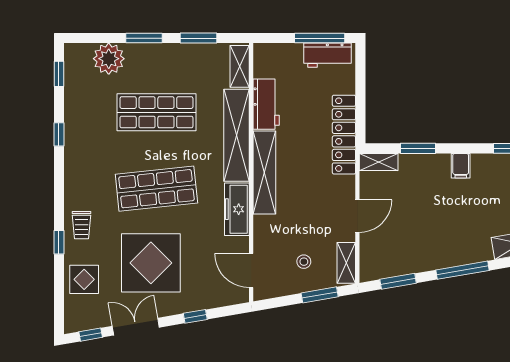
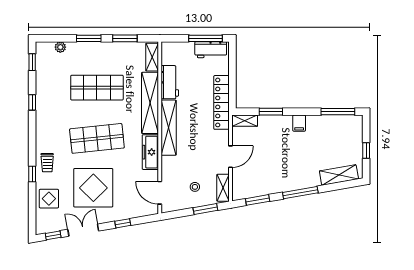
plant: (109, 59) -> (60, 47), width x0.53, depth x0.53

